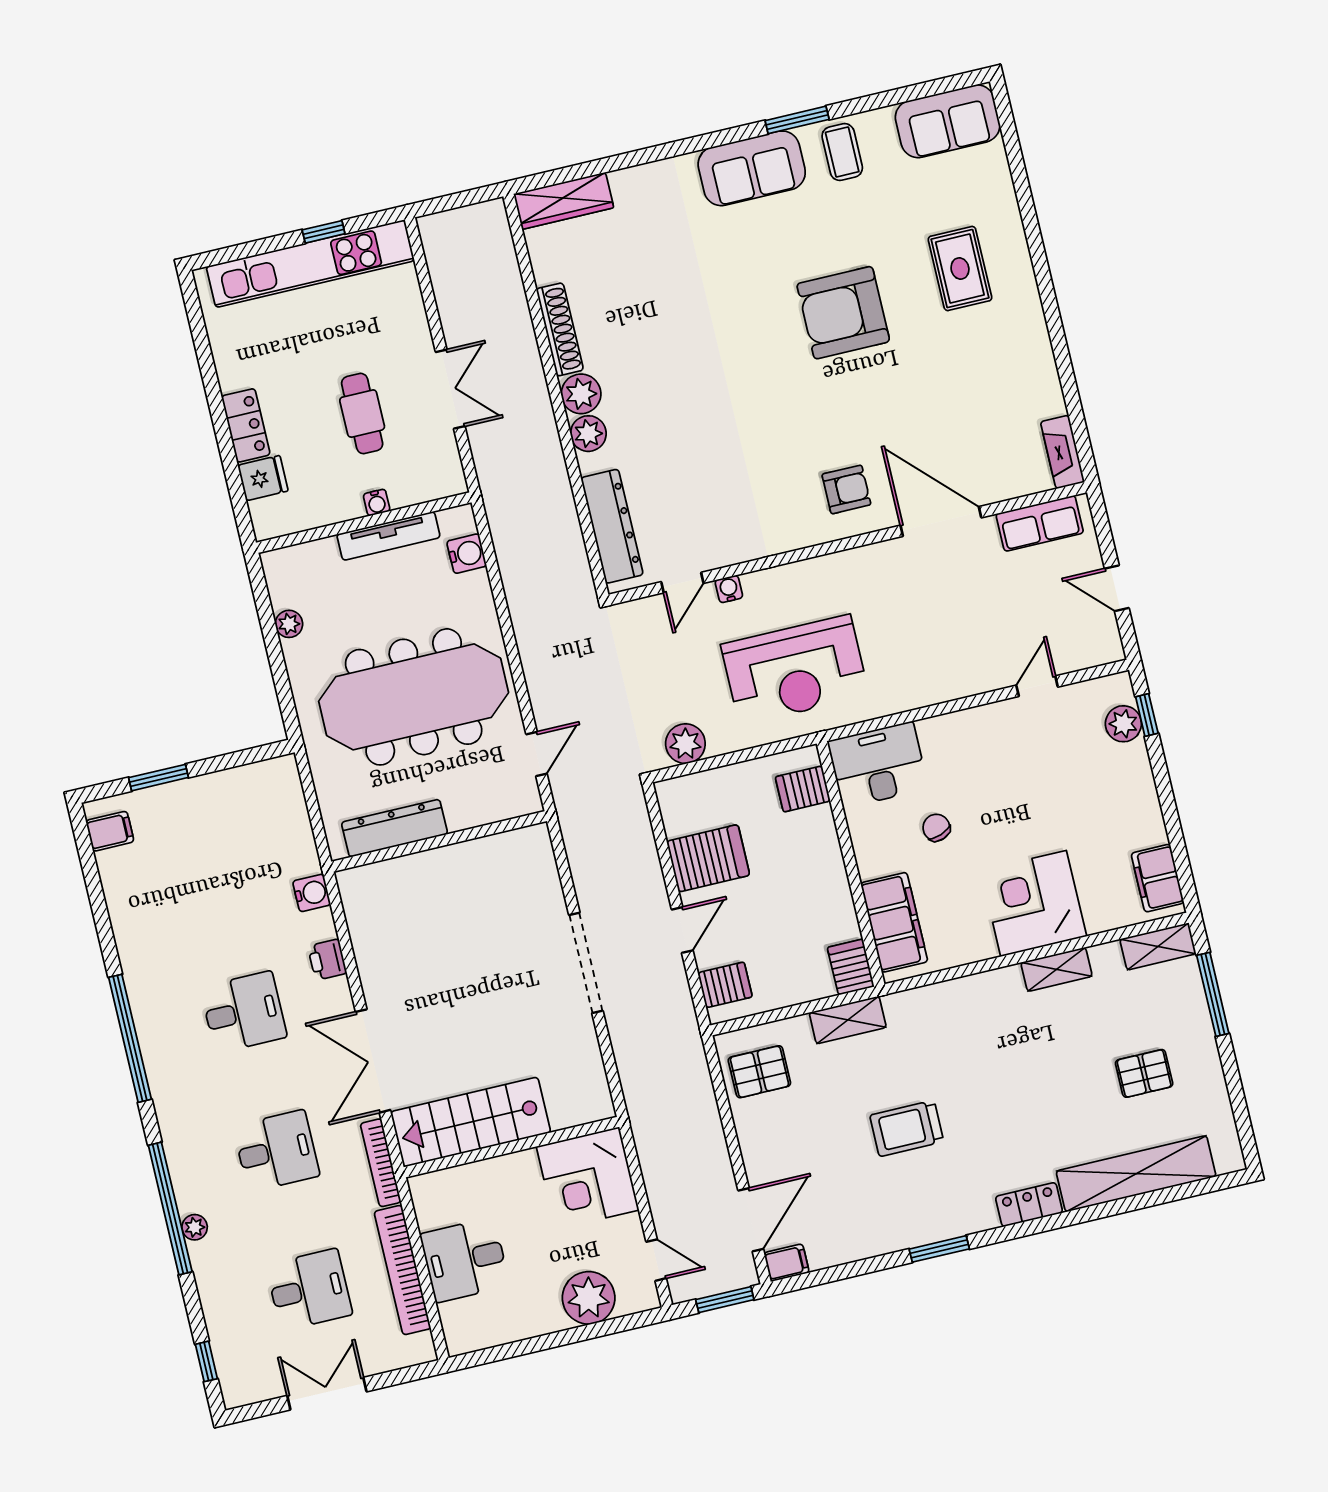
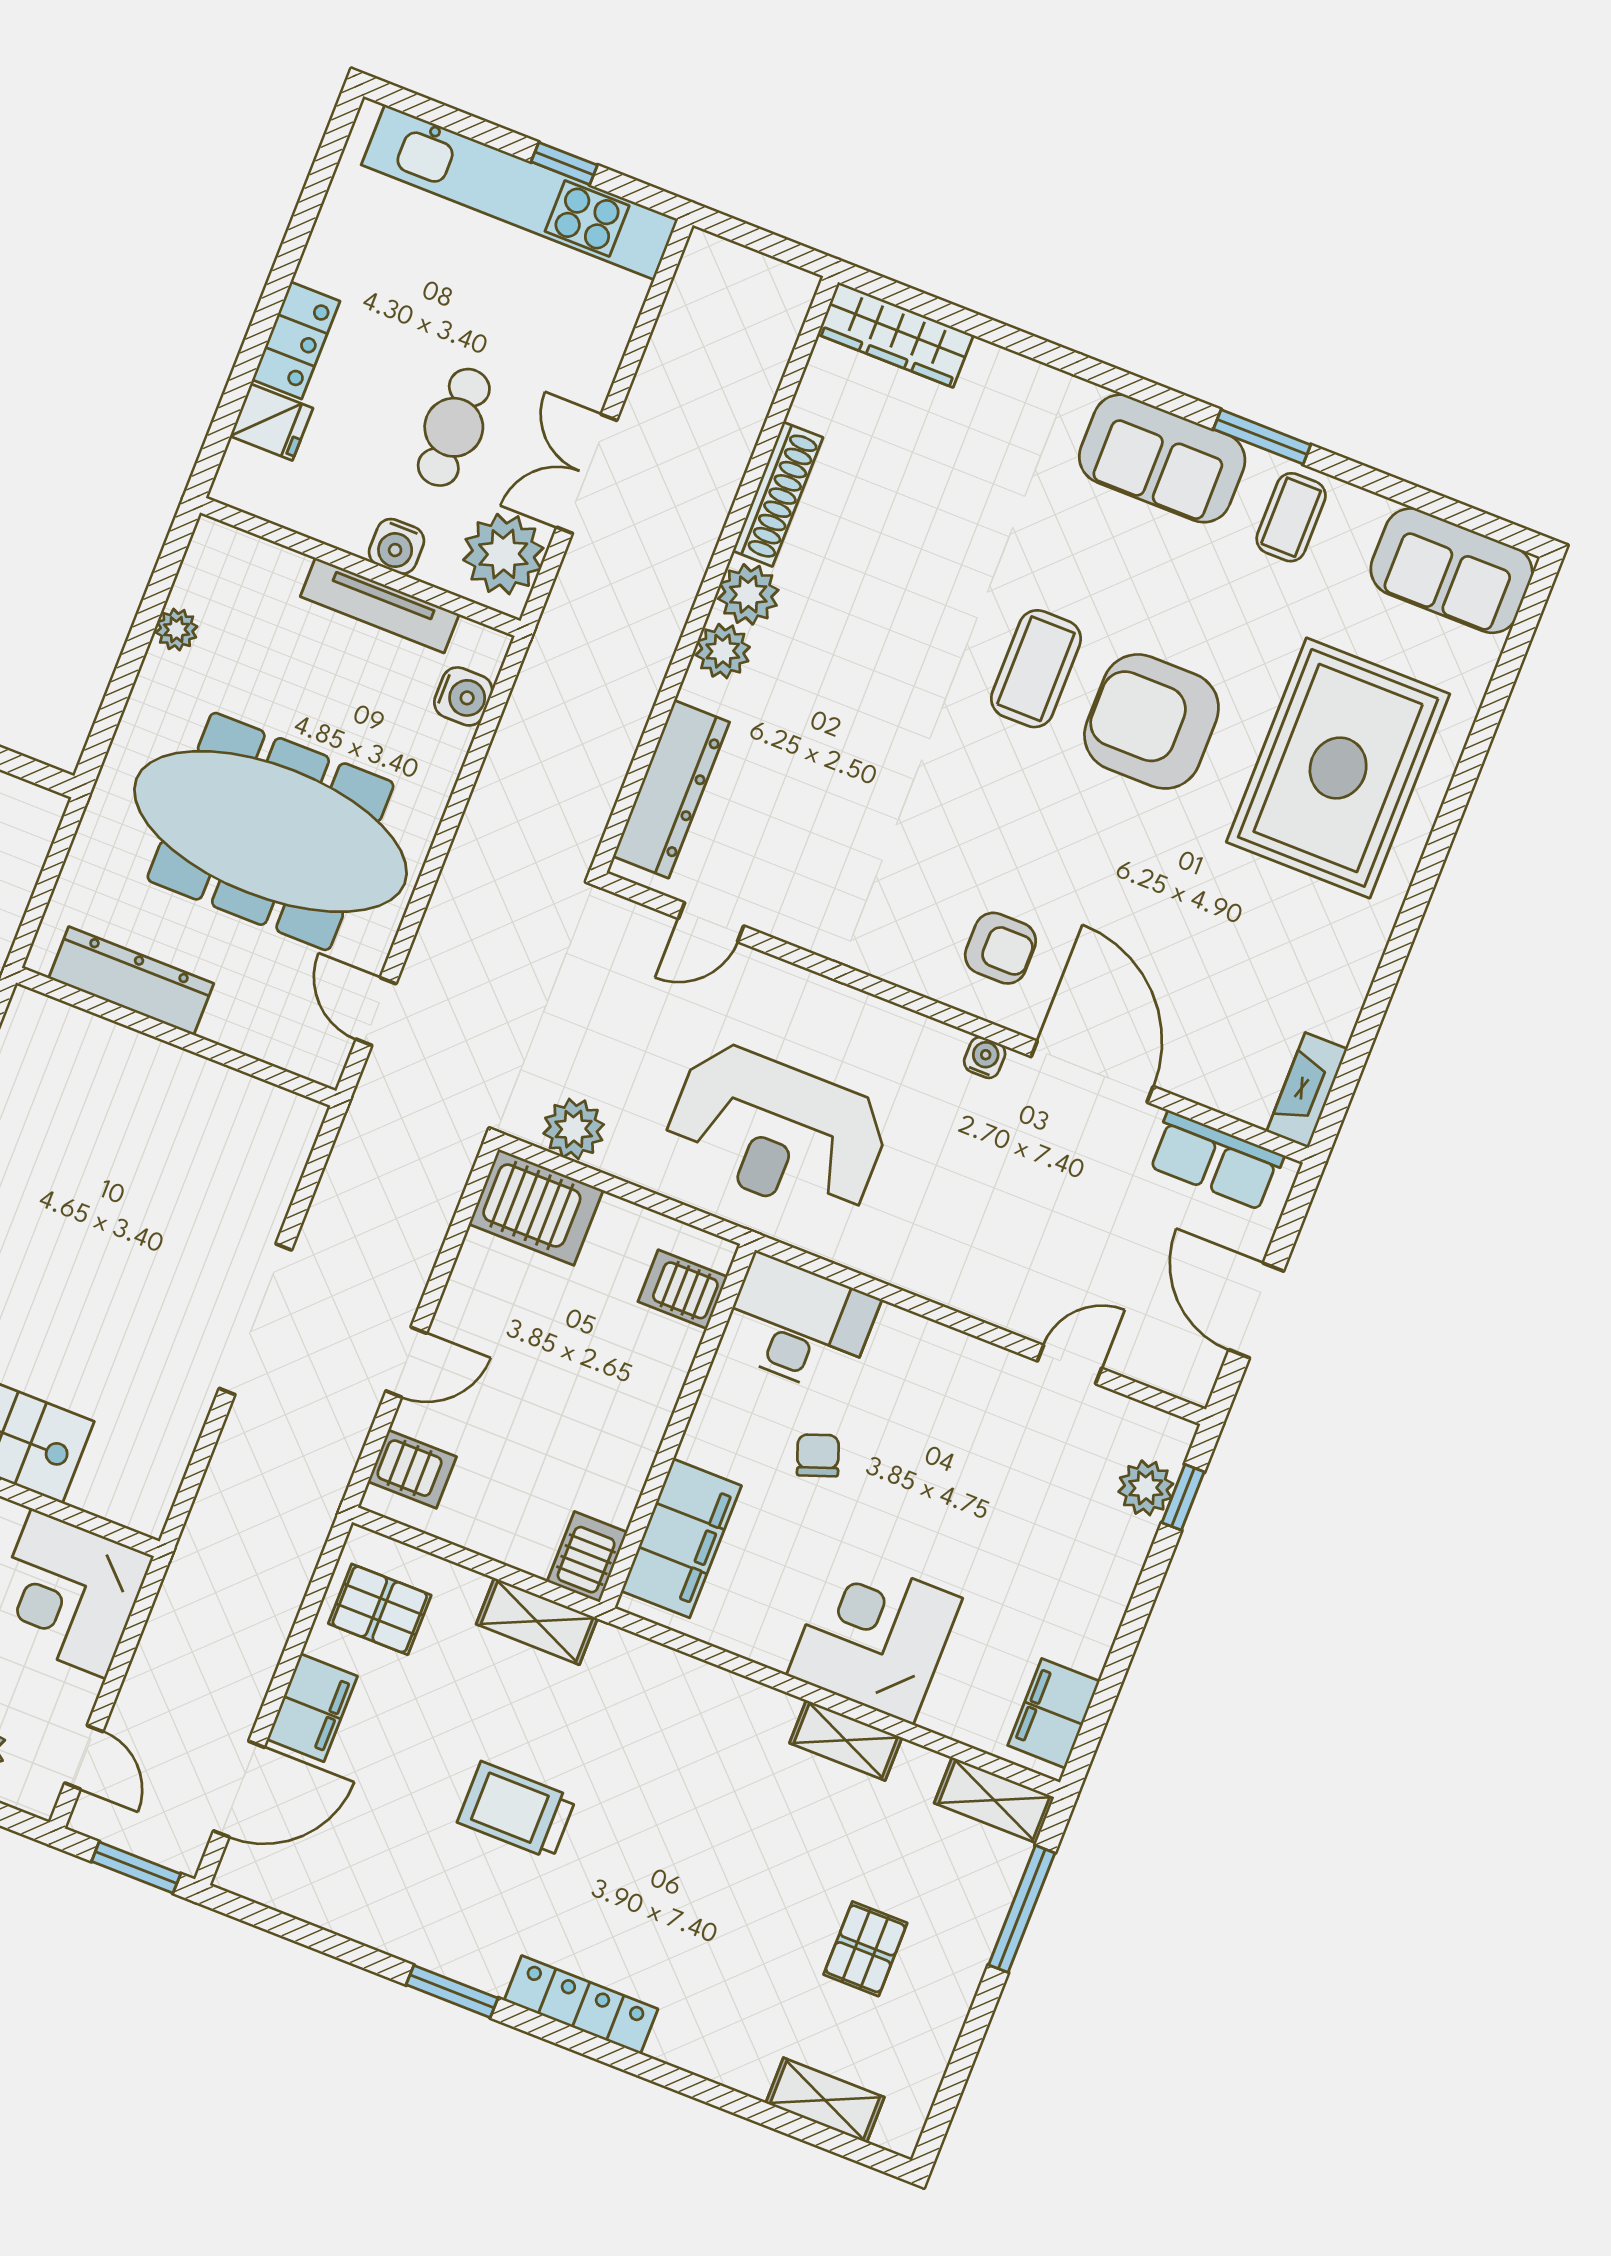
rug: (960, 269) -> (1338, 768), width x1.86, depth x2.06
coffee table: (762, 327) -> (1036, 669), added
double door: (450, 389) -> (587, 474), swing flipped
plant: (435, 463) -> (503, 554), added
water cooler: (377, 502) -> (397, 546), width x1.38, depth x1.38
door: (1117, 588) -> (1256, 1310), width x1.37
water cooler: (729, 589) -> (985, 1057), moved
door: (536, 754) -> (376, 1011), swing flipped
server rack: (708, 858) -> (536, 1207), moved
pallet: (1144, 1073) -> (865, 1949), turned 90
shelving: (1136, 1174) -> (825, 2100), width x0.45, depth x0.75
locker: (1029, 1205) -> (581, 2005), width x1.53
filing cabinet: (787, 1263) -> (312, 1708), moved, width x2.00

